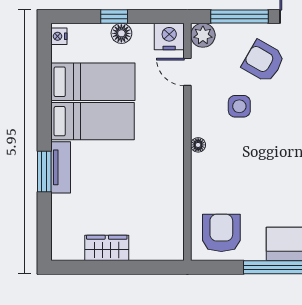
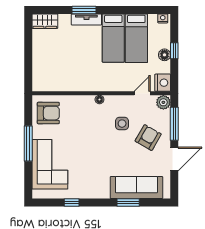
wardrobe: (107, 248) -> (45, 21), moved, turned 90

